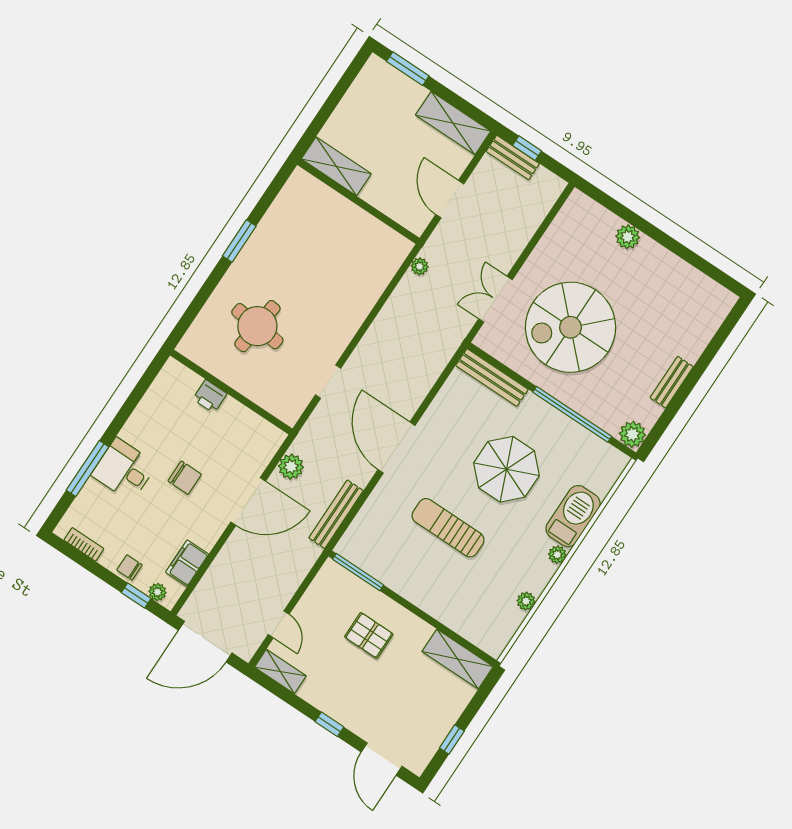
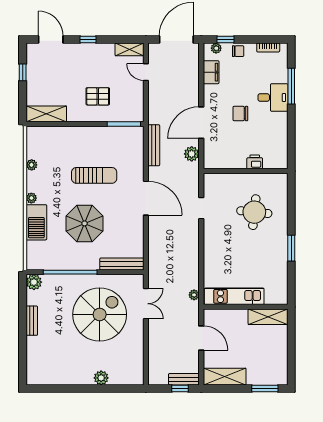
kitchen unit: (365, 227) -> (234, 296), added

